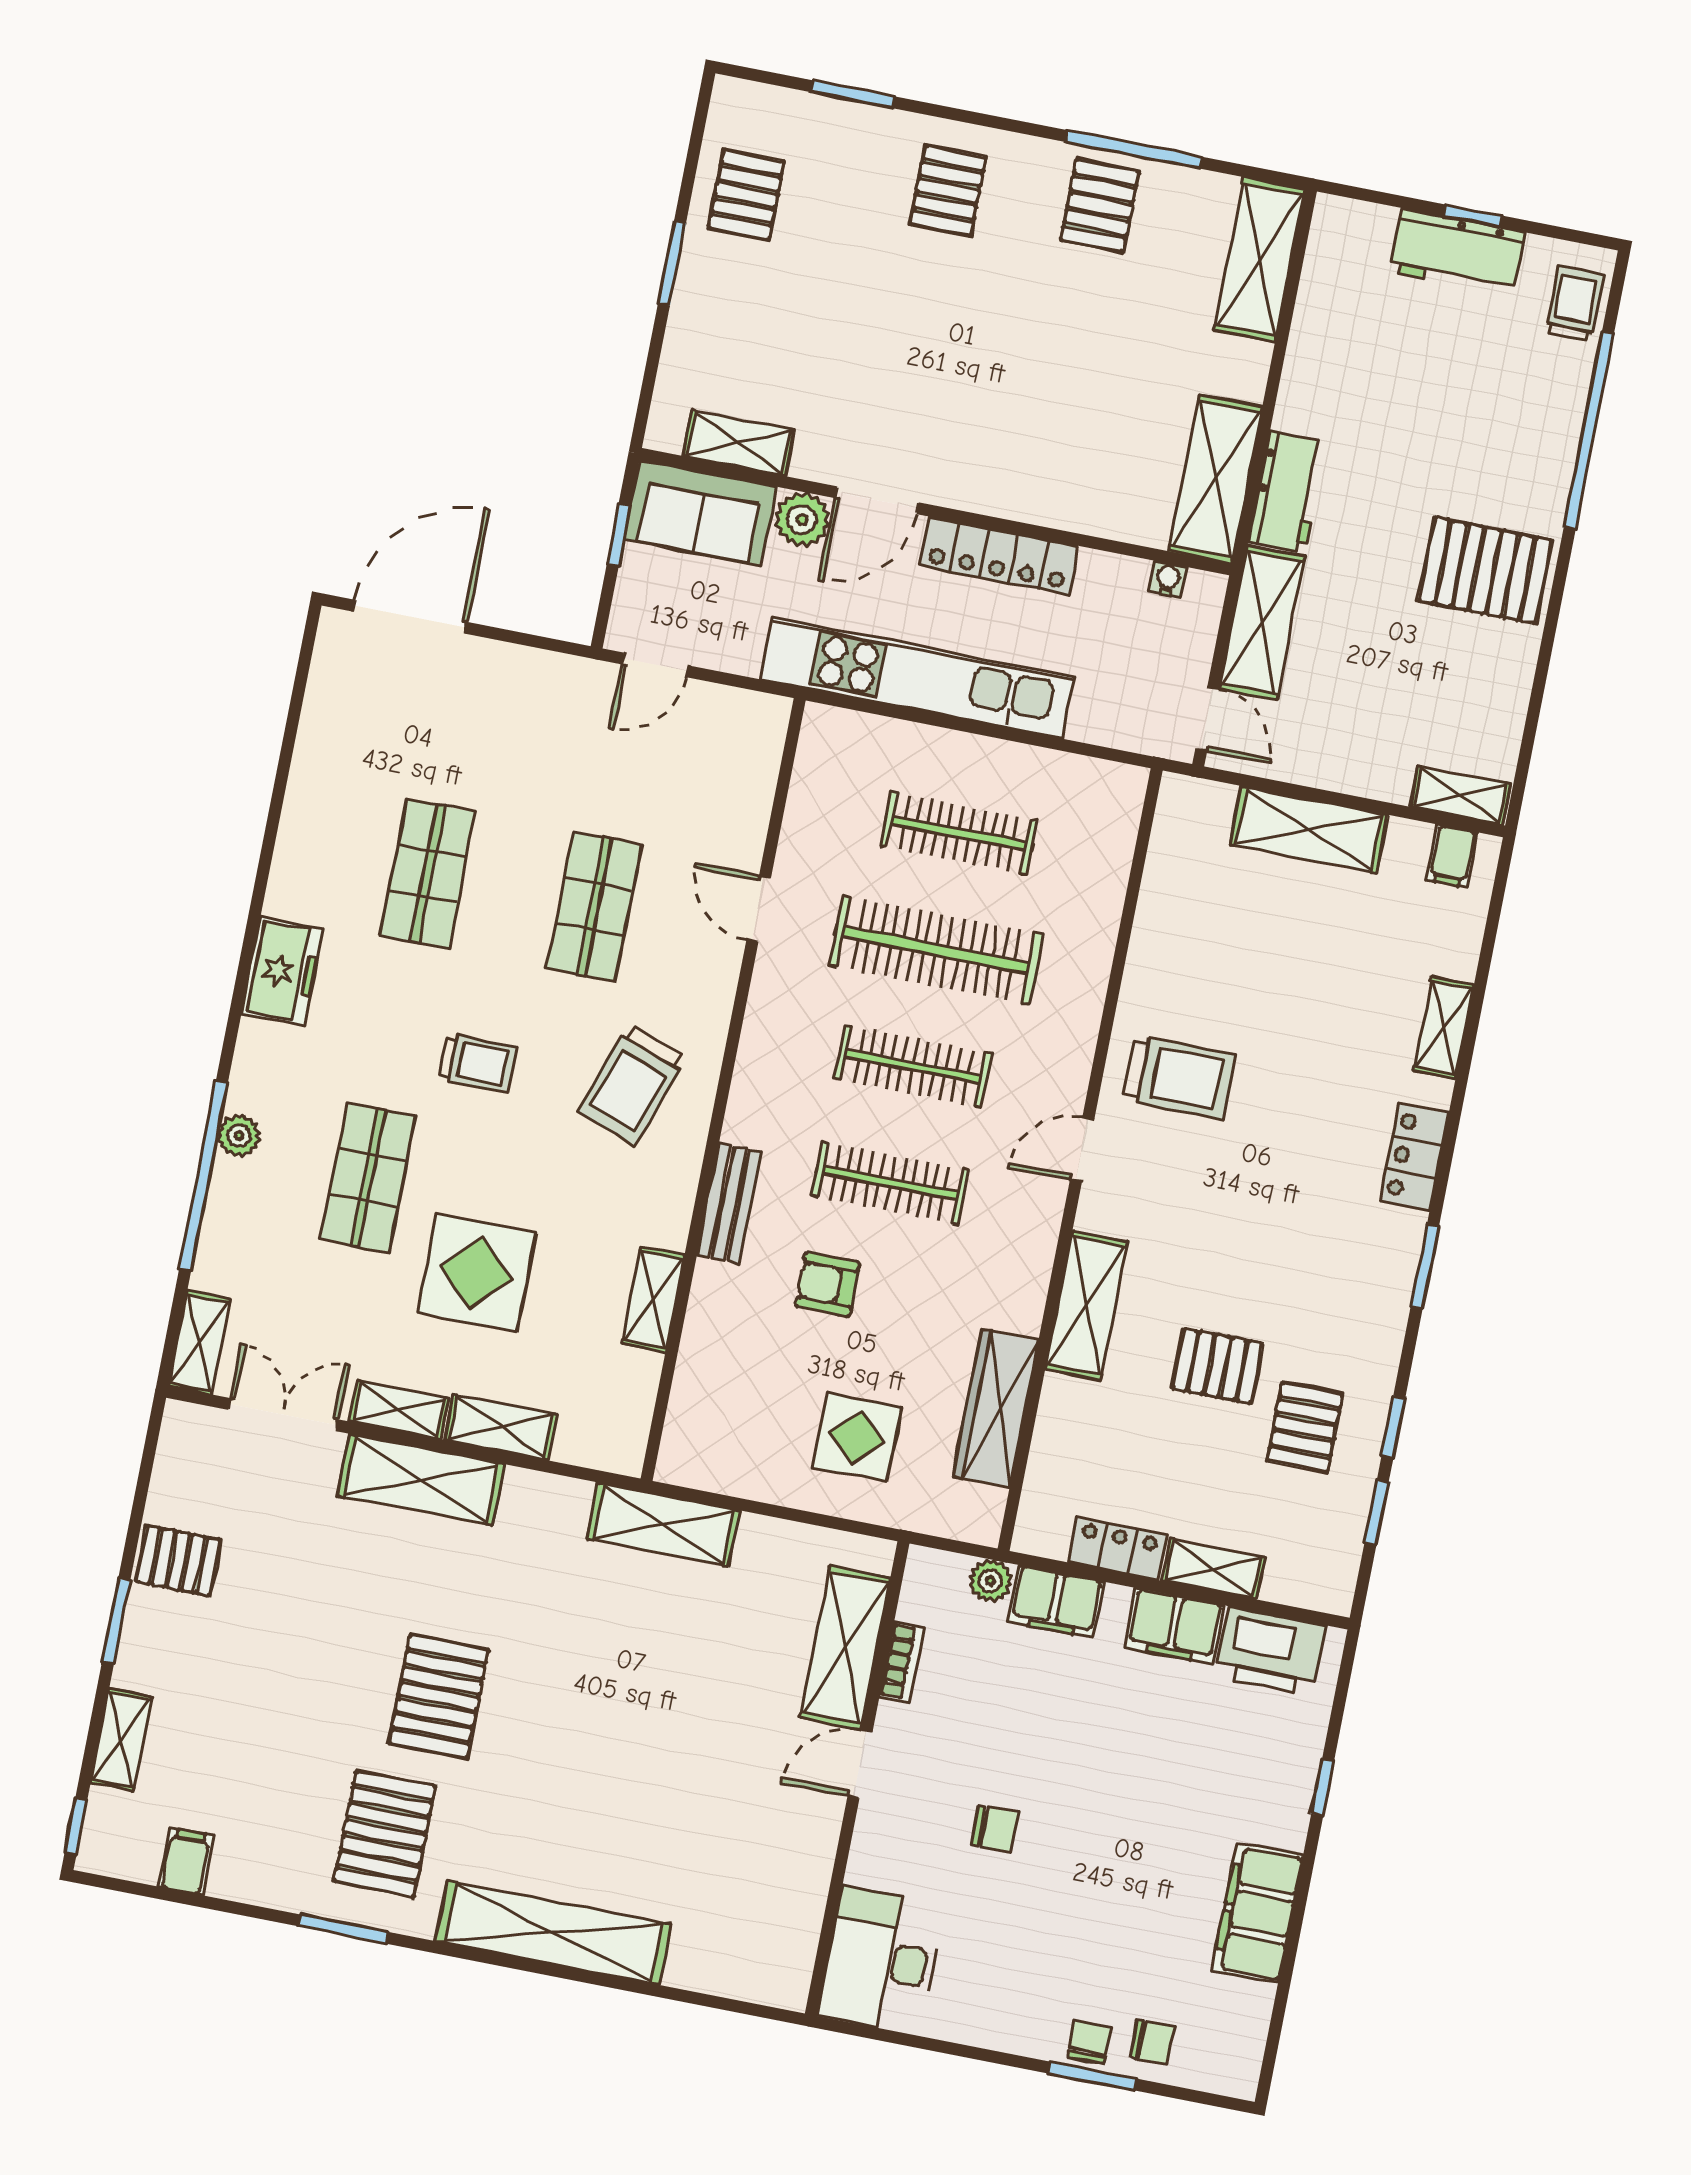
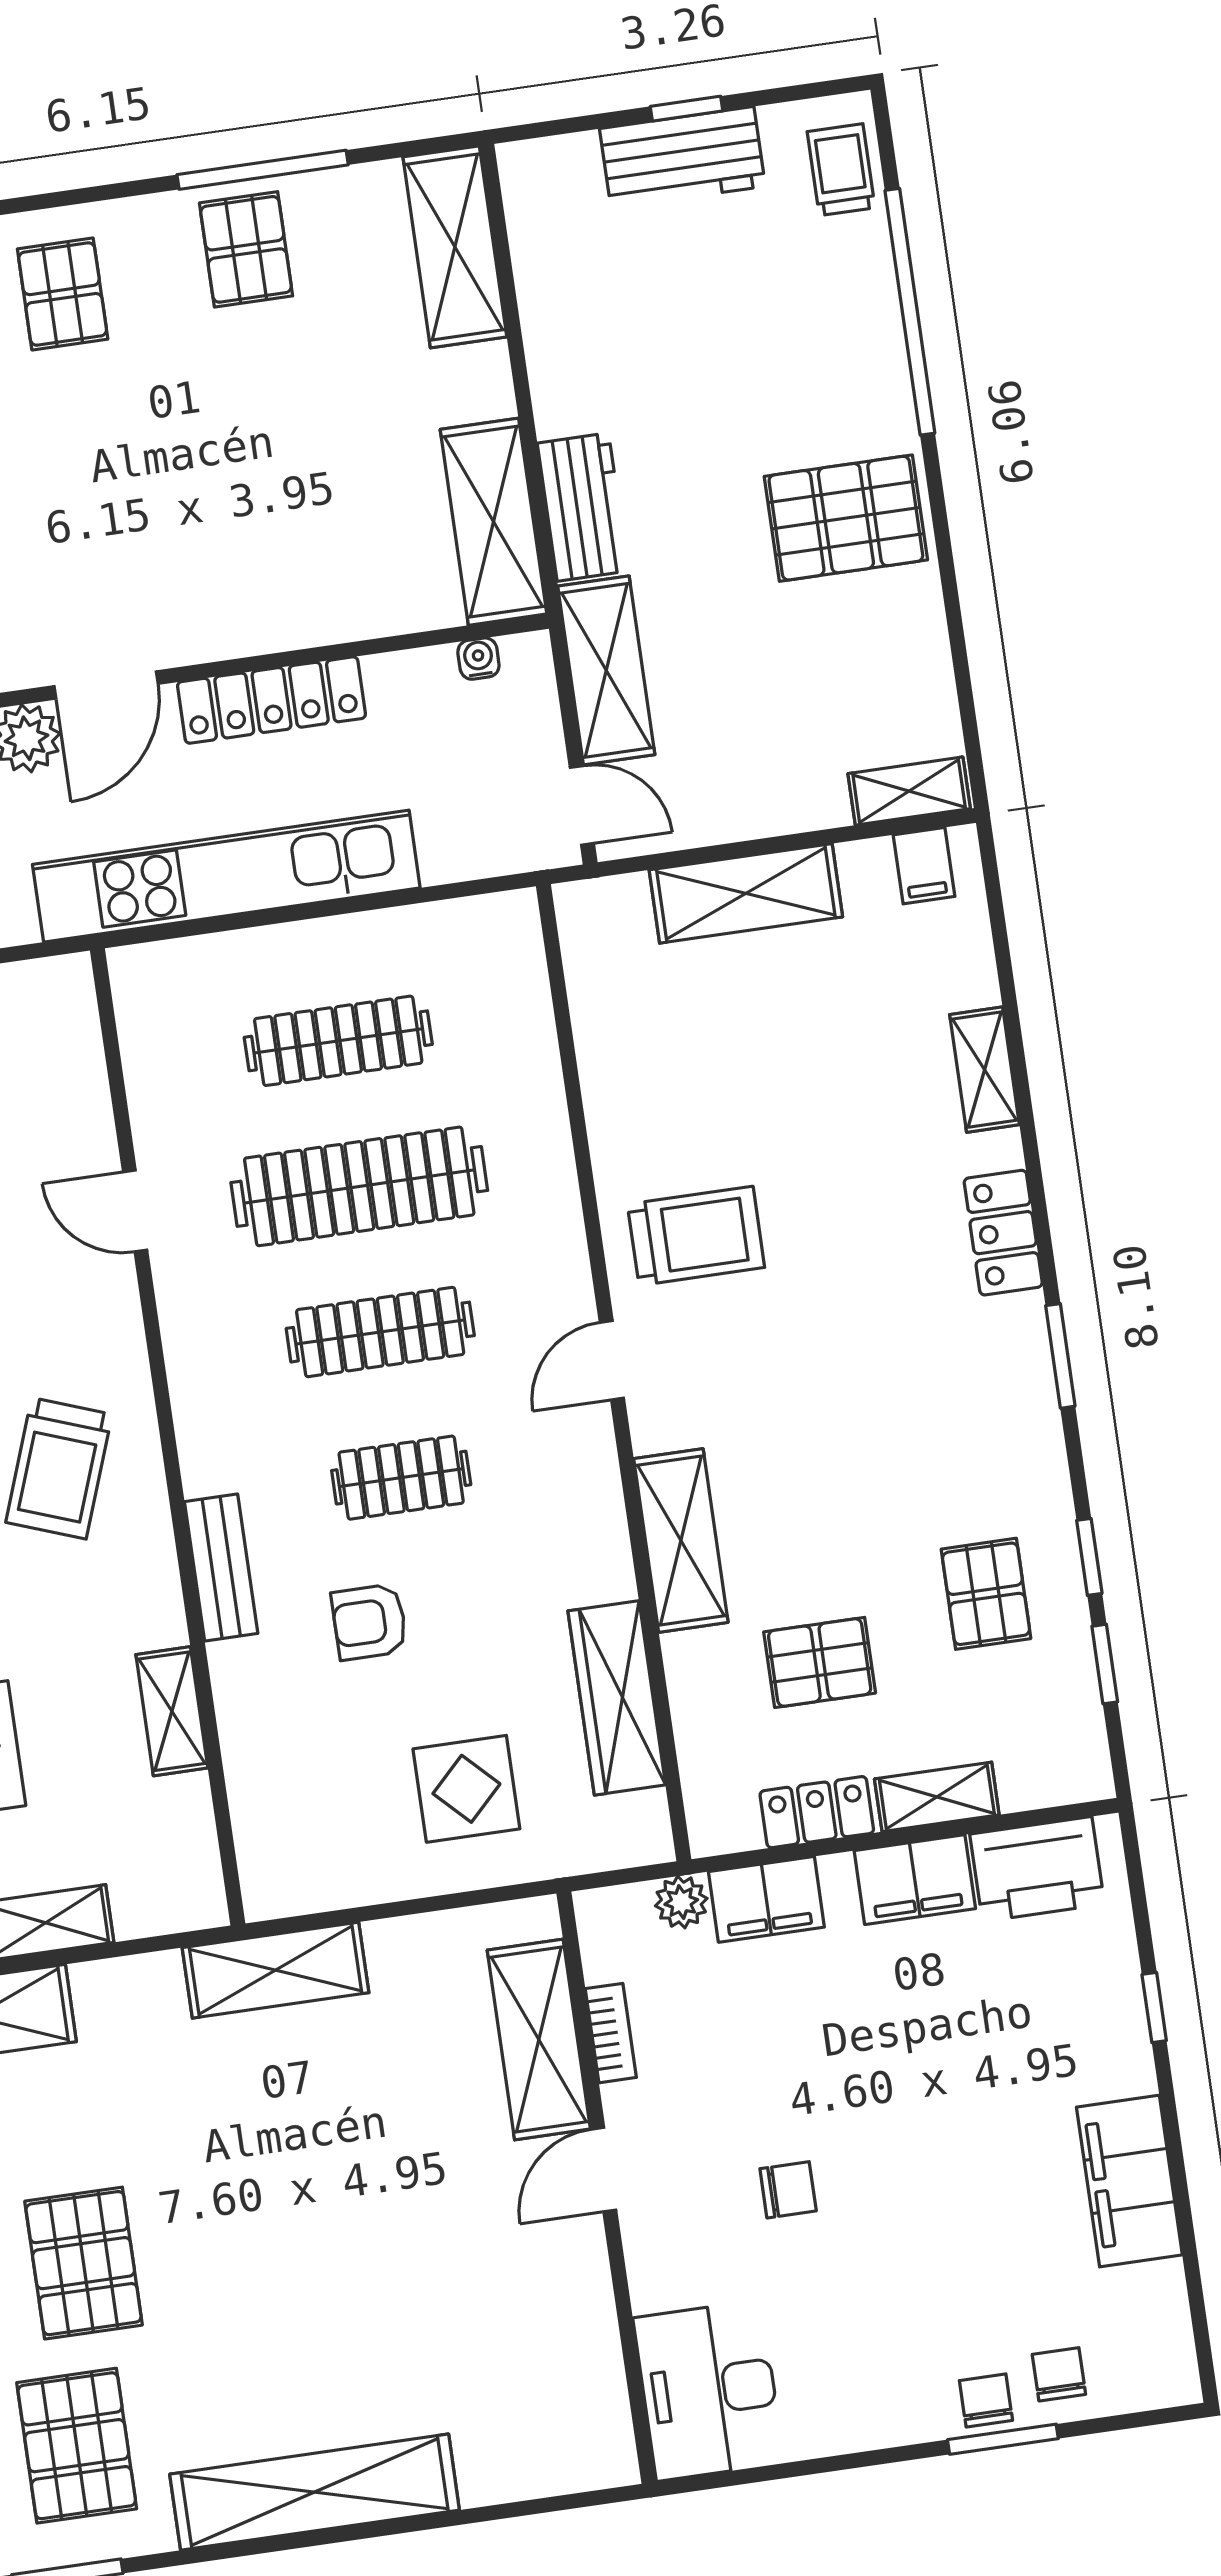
clothes rail: (890, 1183) -> (401, 1478), width x0.73
pallet: (1217, 1366) -> (820, 1662), moved
chair: (1152, 2042) -> (1059, 2374), turned -90

